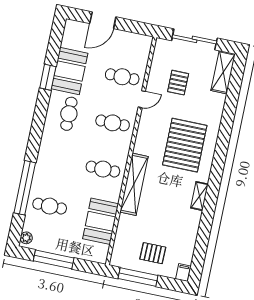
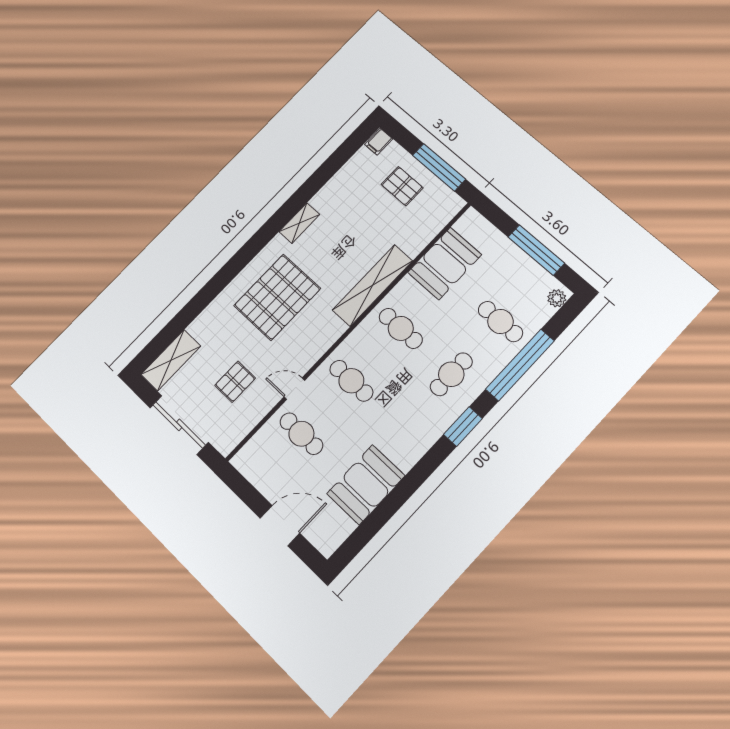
window: (48, 77) -> (463, 426), moved
cafe table: (69, 114) -> (451, 374), moved

